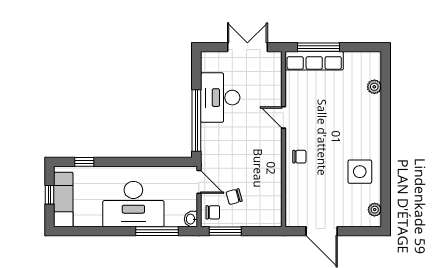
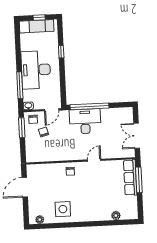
double door: (247, 47) -> (137, 136), swing flipped
desk: (220, 98) -> (85, 121), moved
window: (84, 162) -> (61, 52), moved

